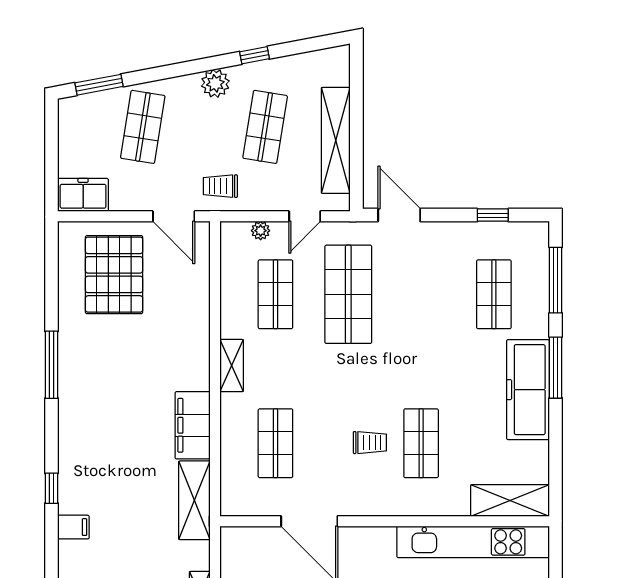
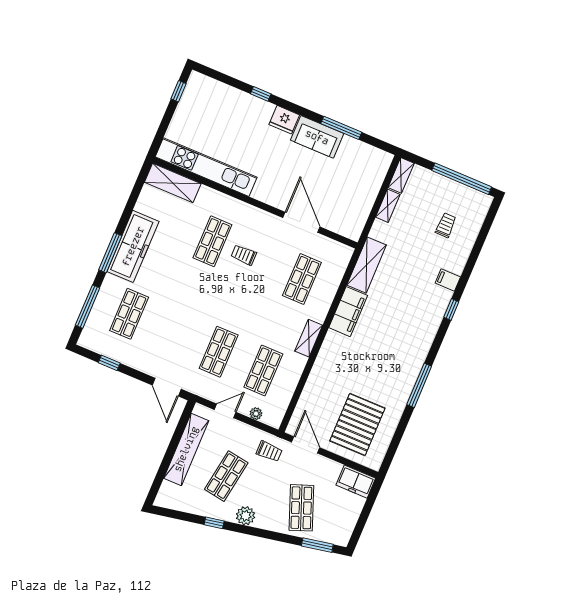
shop shelf: (143, 127) -> (301, 508), turned -30
shop shelf: (348, 294) -> (219, 352), width x0.70, depth x0.74

